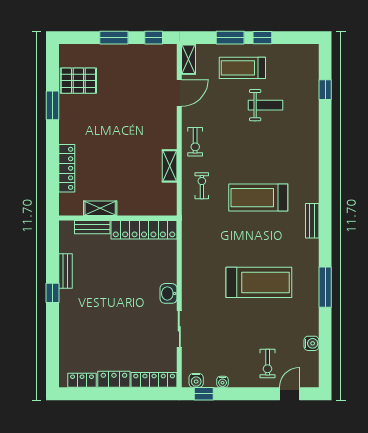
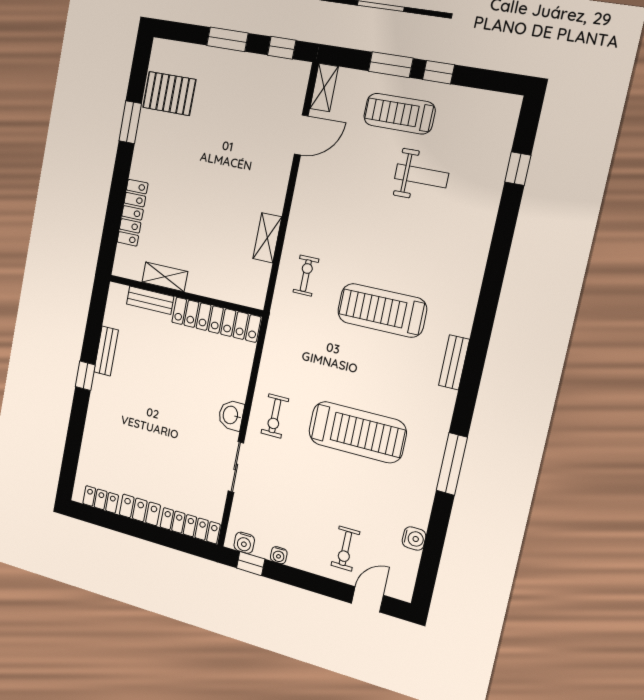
exercise bike: (195, 142) -> (275, 416), moved

